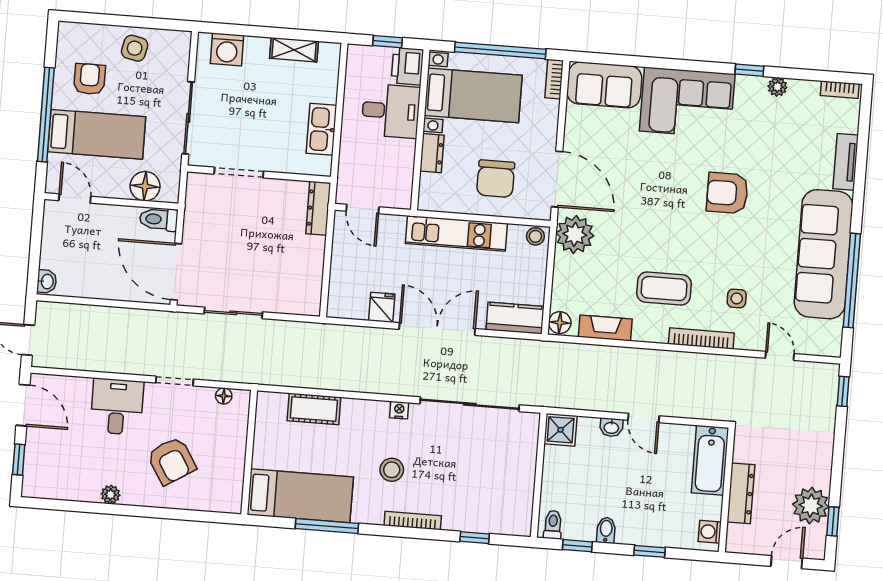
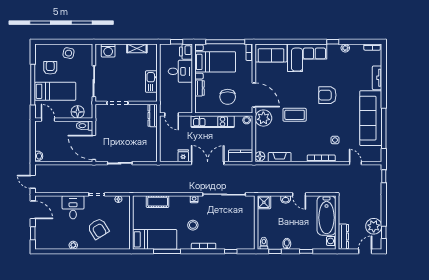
coffee table: (664, 289) -> (295, 115), moved
bathtub: (710, 460) -> (326, 216), width x1.36, depth x1.36
dresser: (741, 493) -> (343, 237), moved

